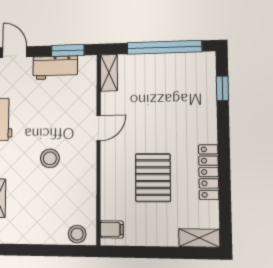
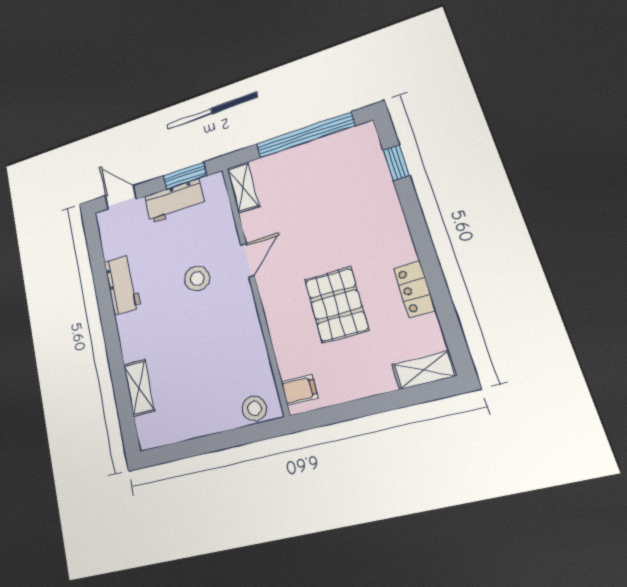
stool: (50, 158) -> (197, 279), moved
locker: (209, 172) -> (414, 289), width x0.66

